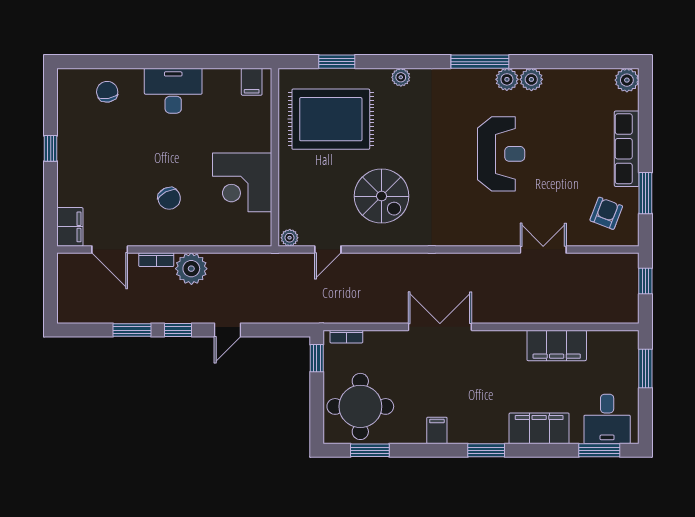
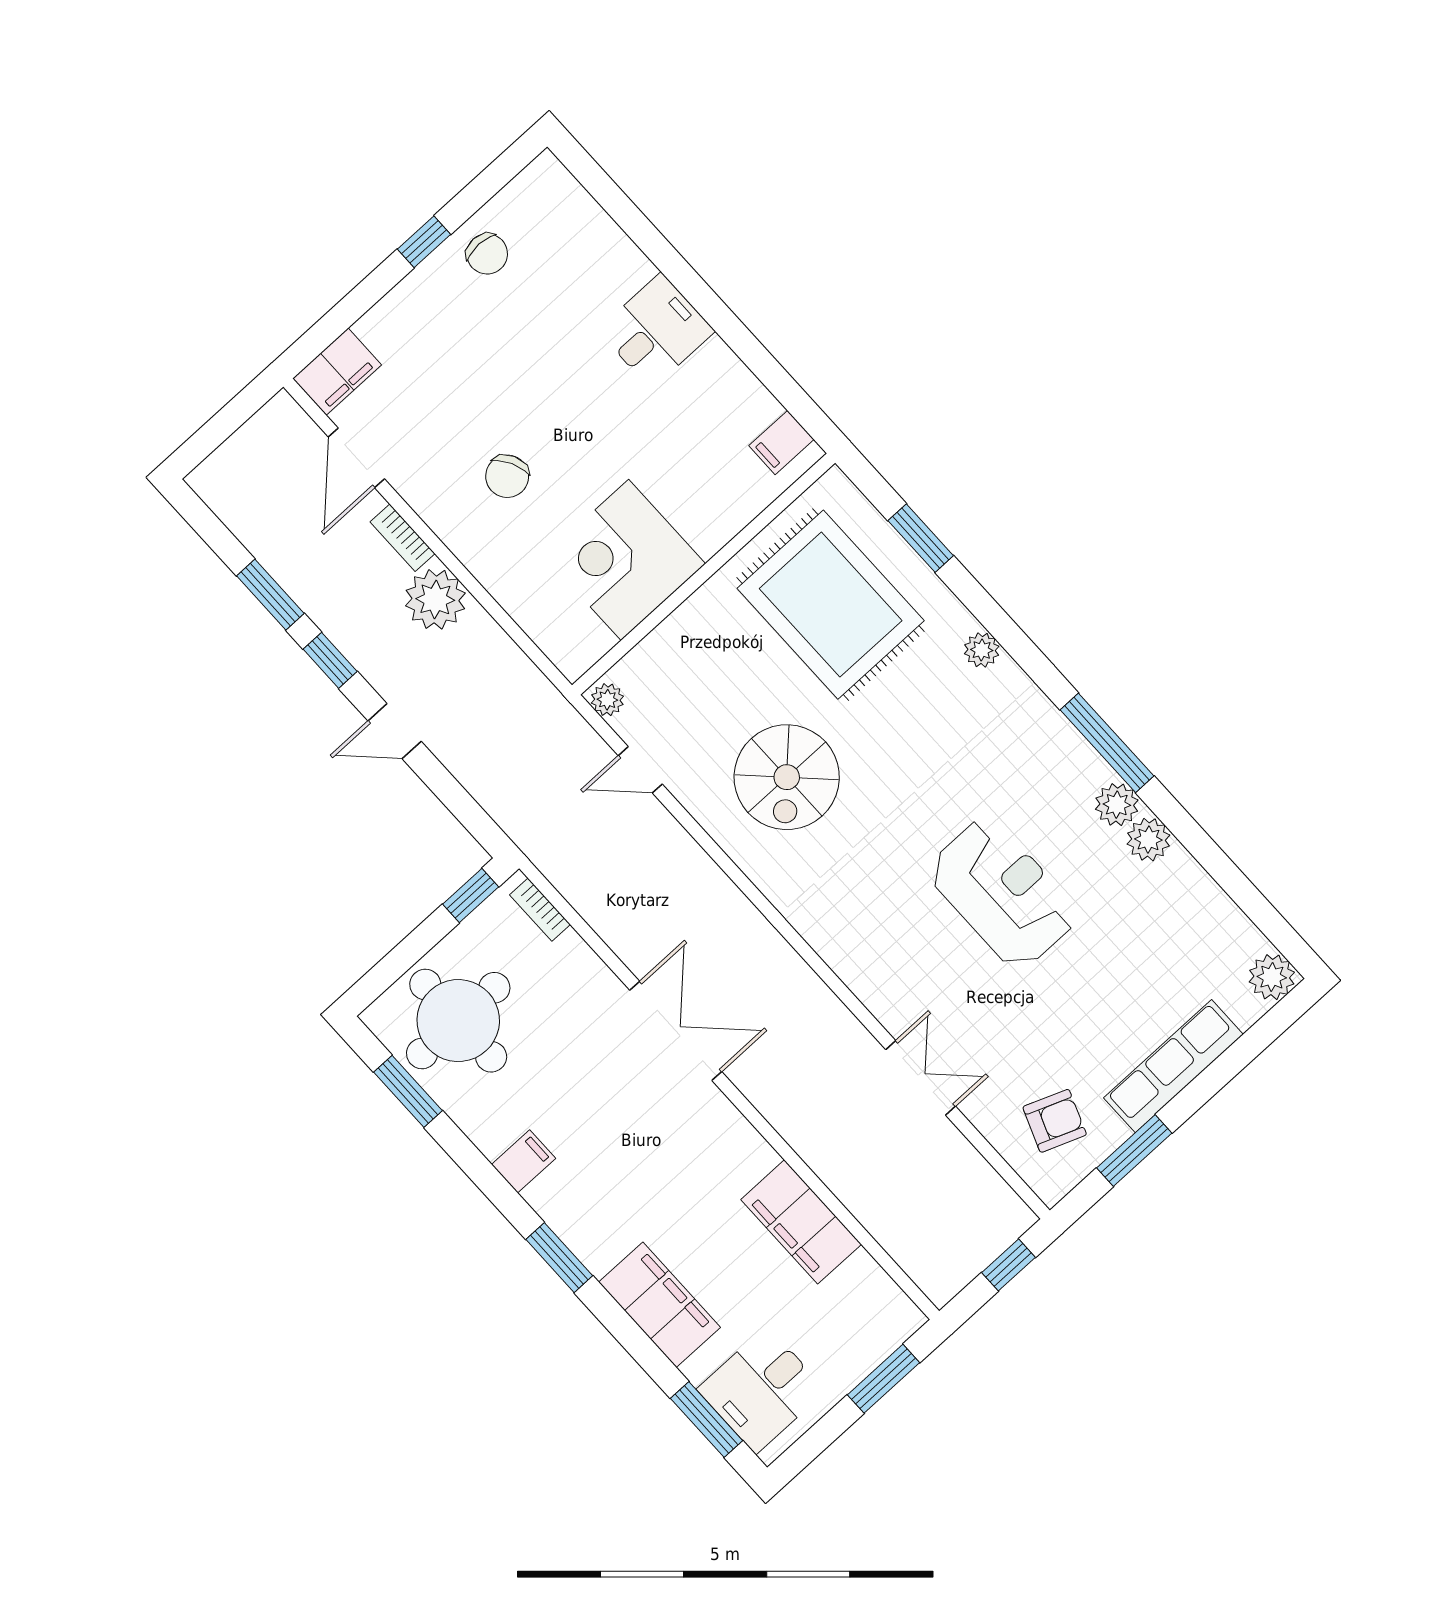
desk: (173, 91) -> (656, 331), width x0.73
chair: (107, 92) -> (487, 254), moved, turned 100
reception desk: (501, 154) -> (1003, 893), turned -90

